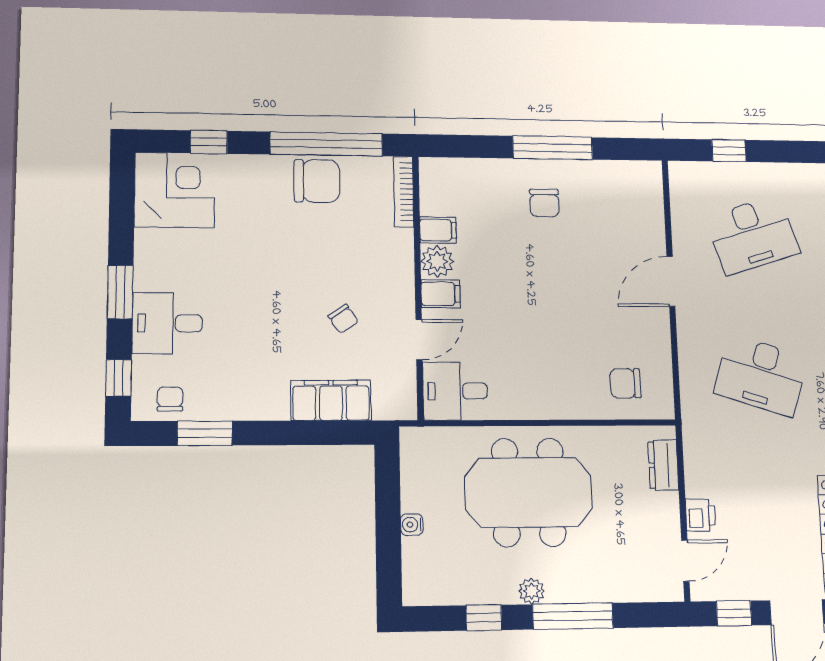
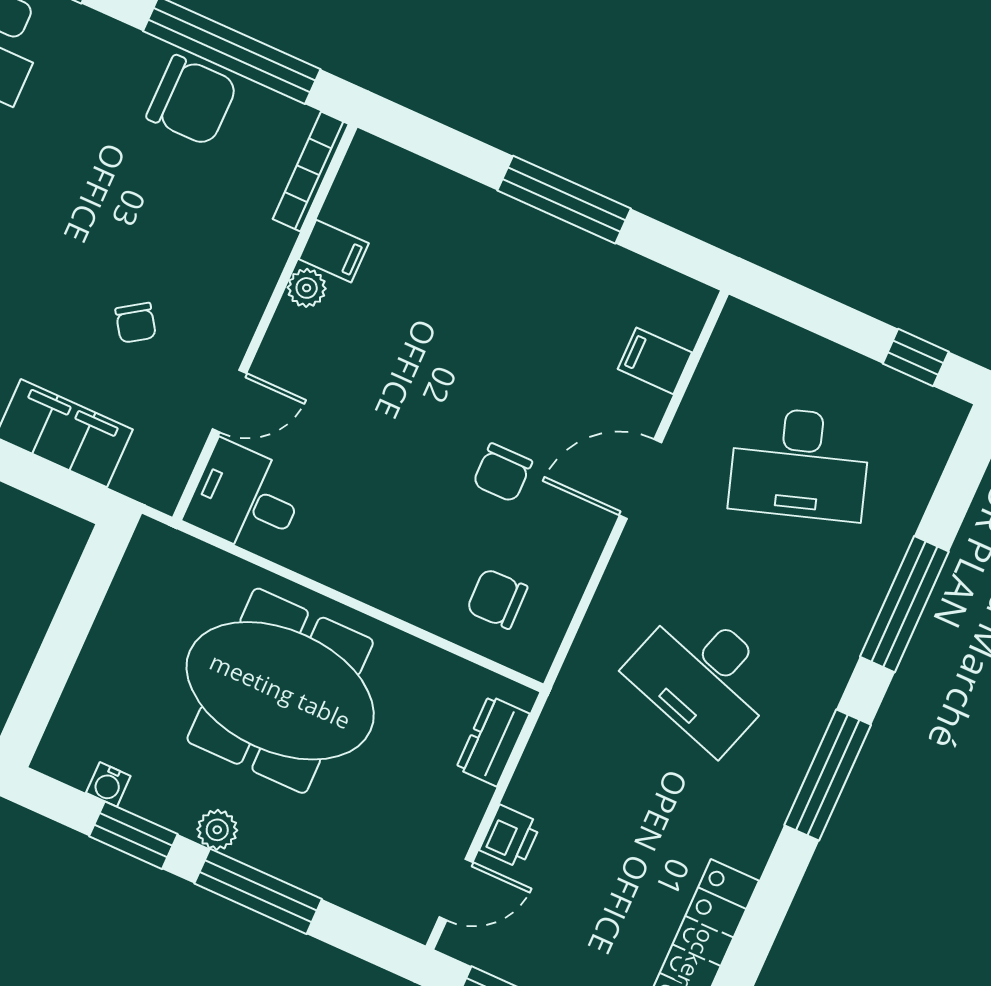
window: (729, 151) -> (916, 358), moved
chair: (544, 203) -> (502, 473), moved
plant: (437, 261) -> (307, 288), width x0.73, depth x0.73
filing cabinet: (441, 294) -> (655, 361), moved, turned 180
water cooler: (412, 525) -> (108, 784), moved, turned -90
window: (484, 618) -> (133, 835), width x1.50

